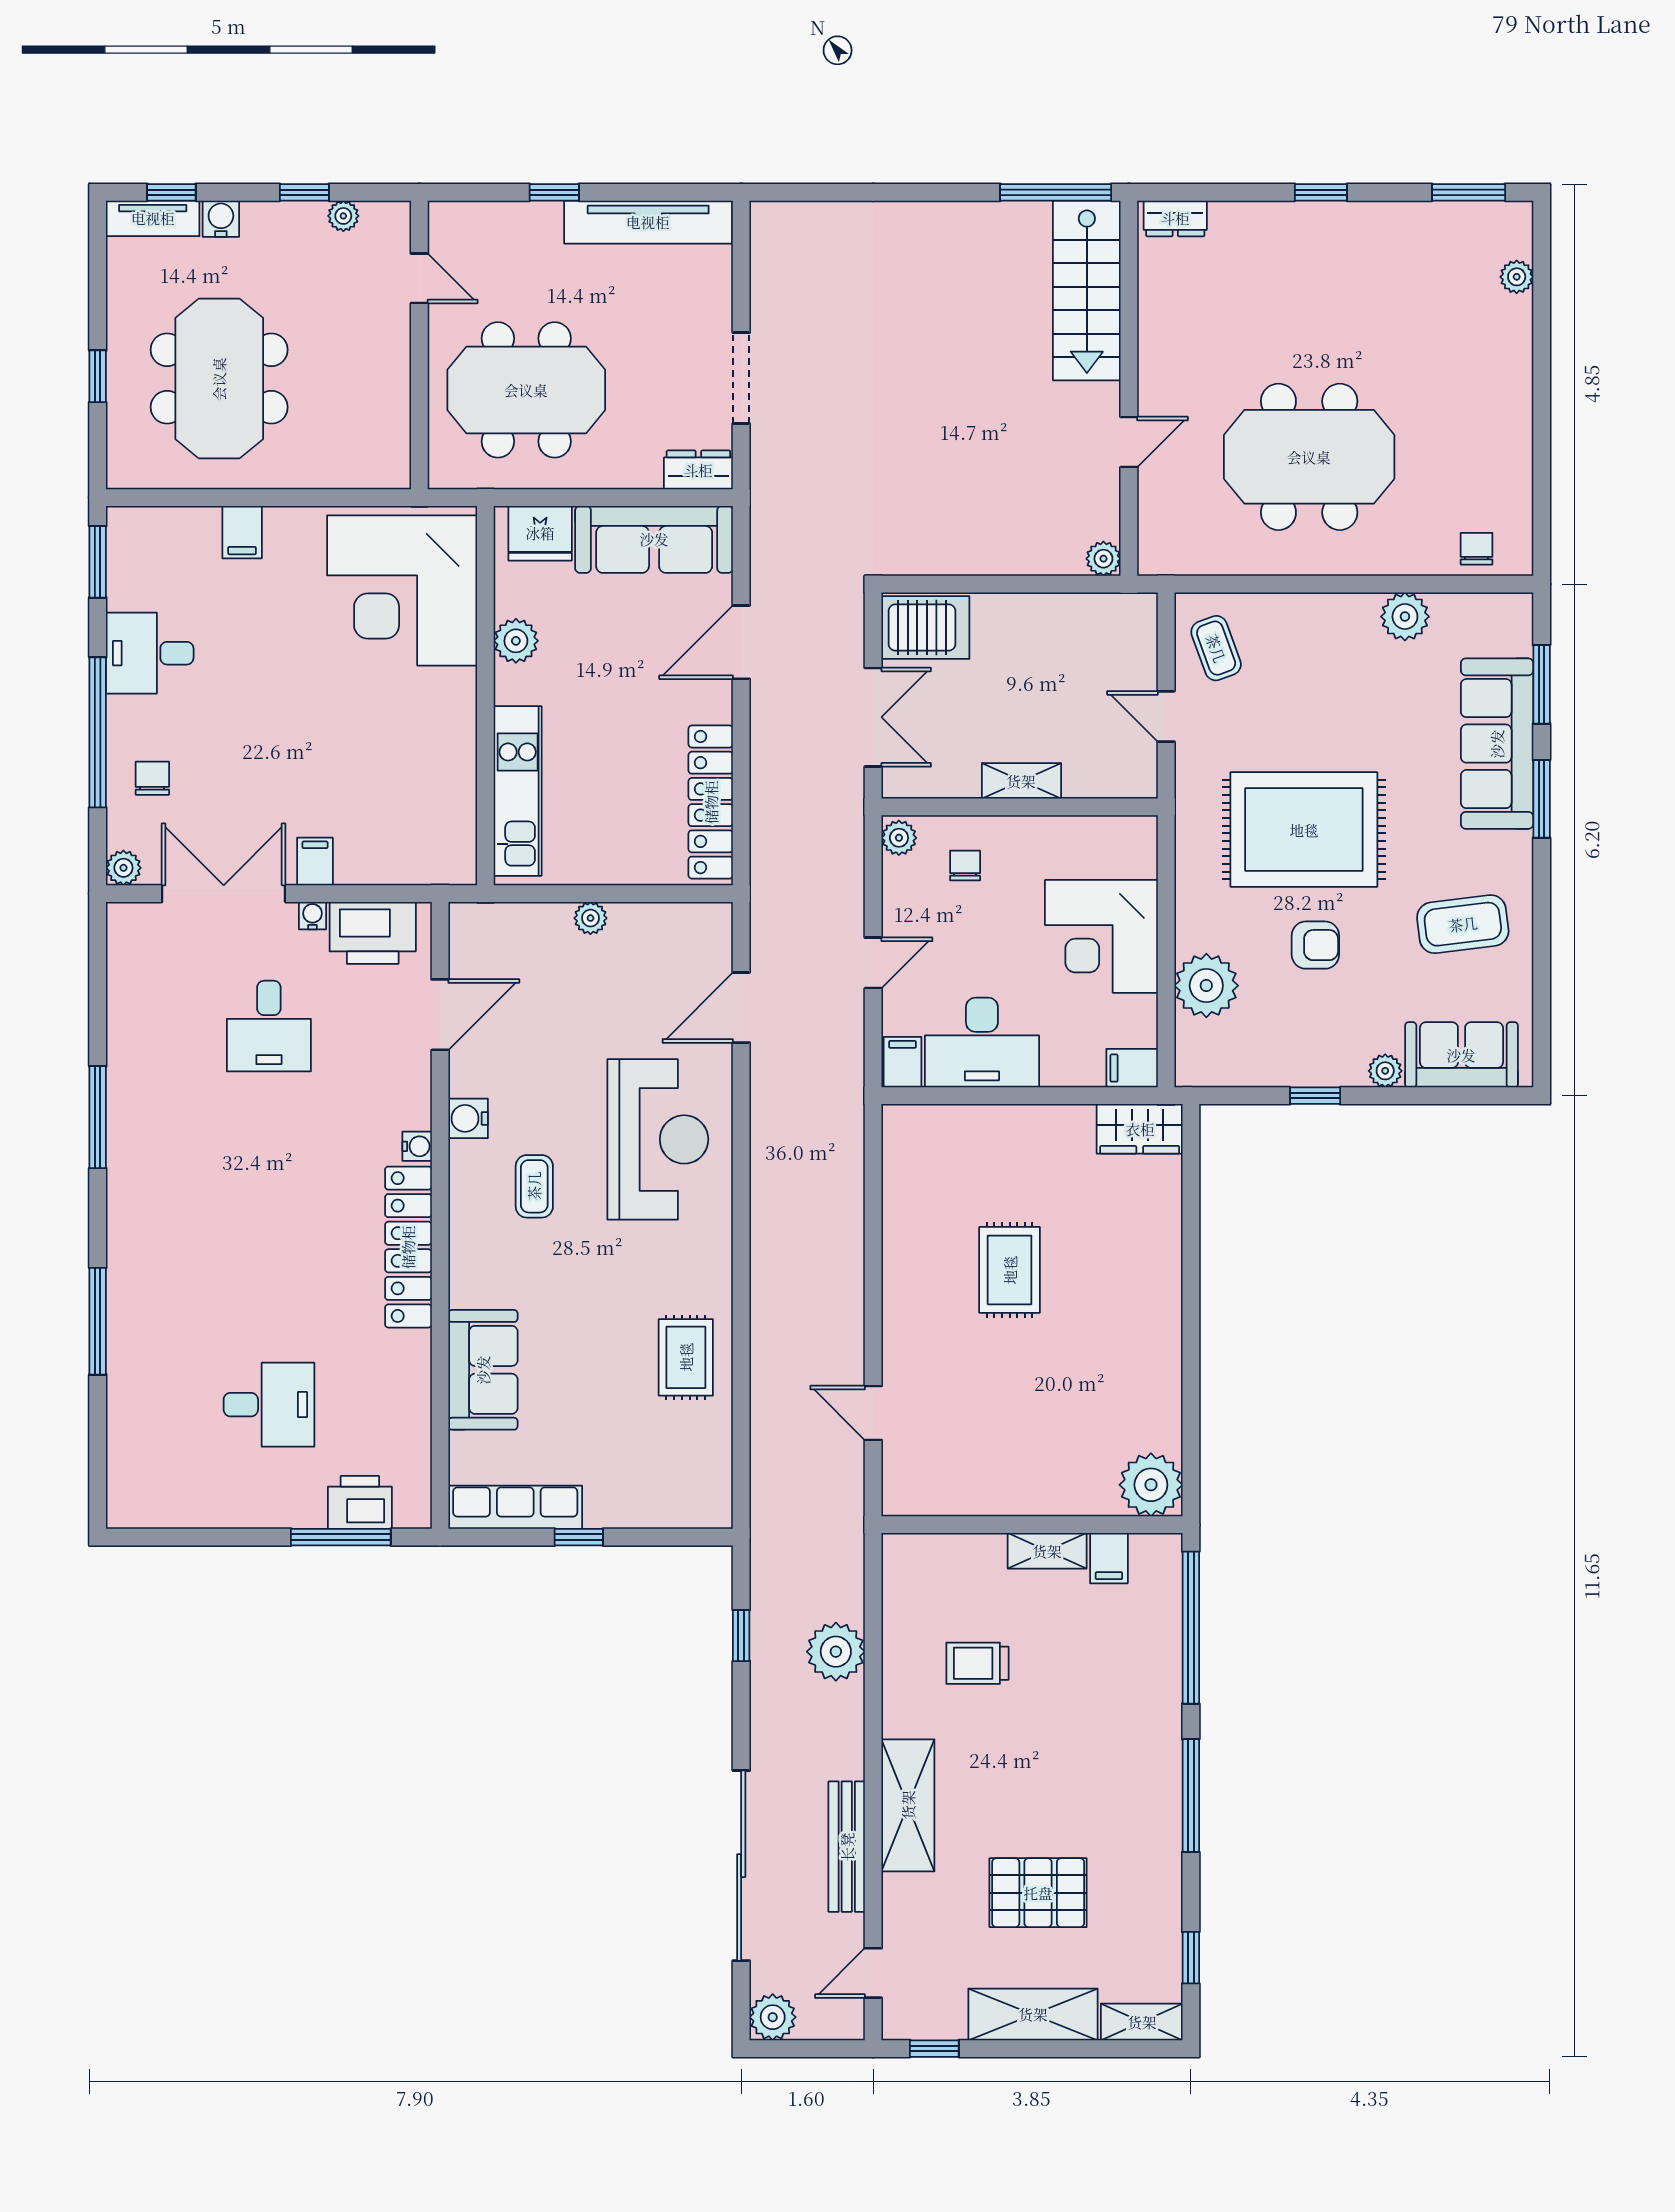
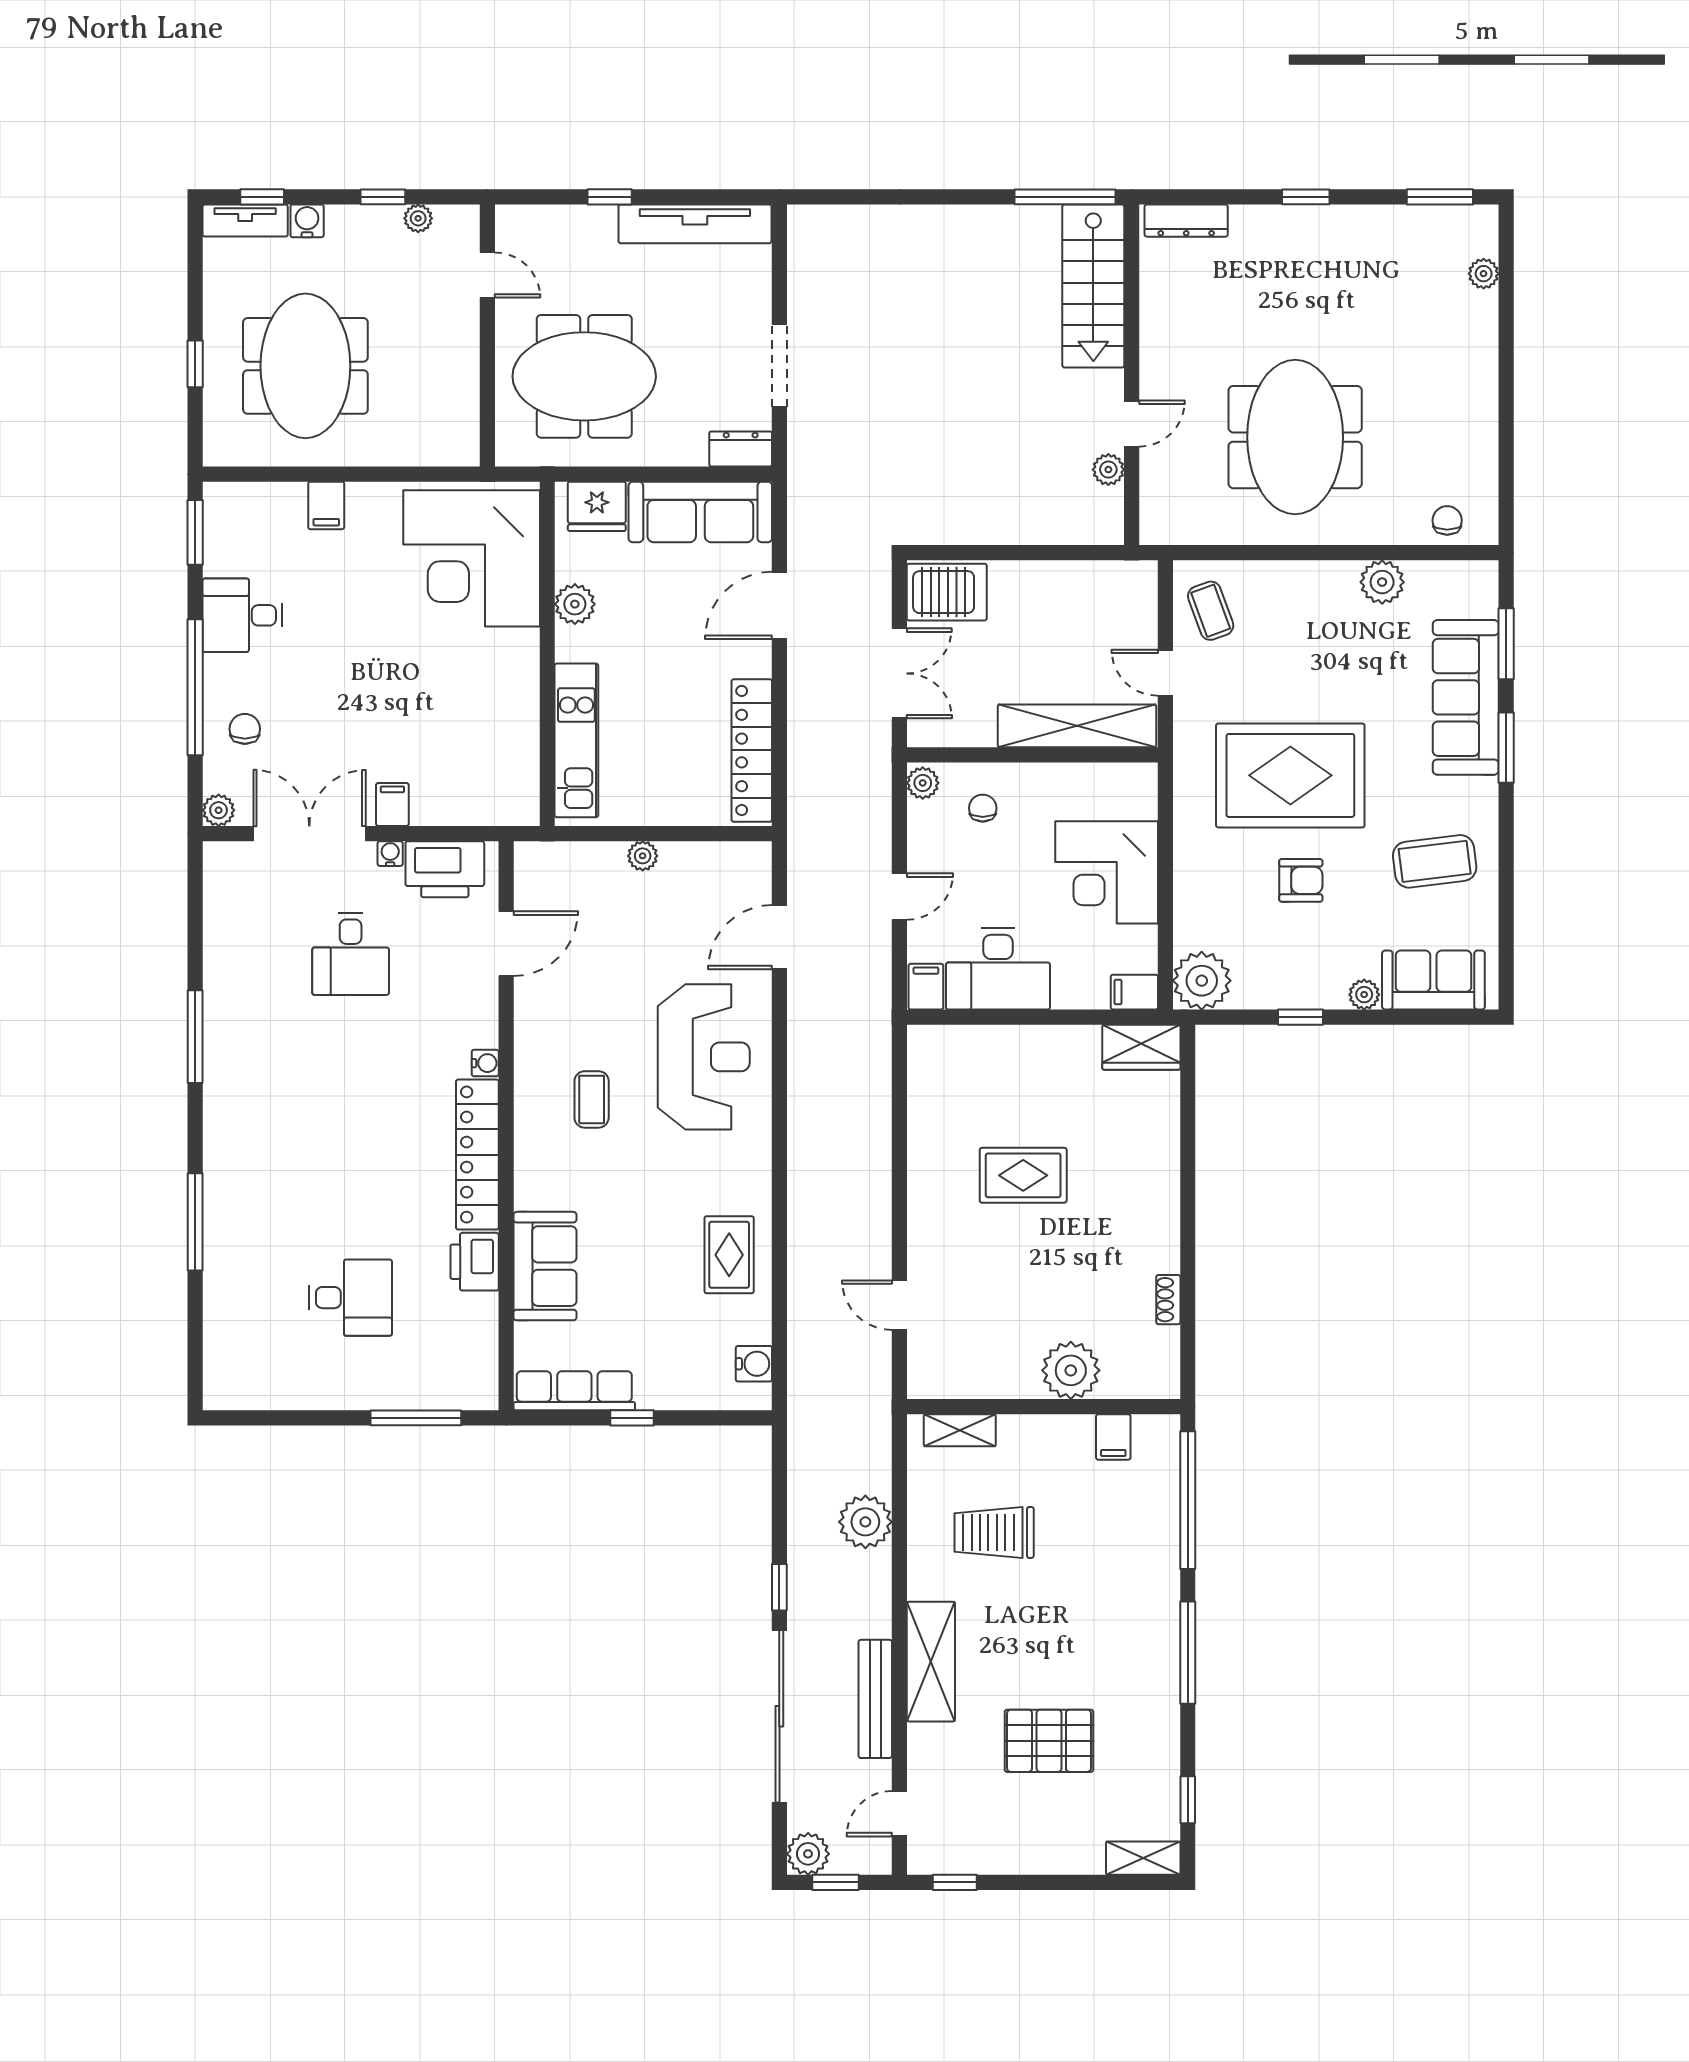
dresser: (1175, 218) -> (1186, 221), width x1.44
meeting table: (1309, 457) -> (1295, 437), turned 90
plant: (1103, 559) -> (1108, 470), moved
shelving: (1021, 781) -> (1077, 726), width x2.20, depth x1.33
plant: (1206, 986) -> (1202, 981), moved
water cooler: (468, 1118) -> (754, 1364), moved, turned 180
rug: (1010, 1270) -> (1023, 1175), turned 90
shoe rack: (1169, 1407) -> (1168, 1300), added
plant: (1151, 1485) -> (1071, 1370), moved
printer: (360, 1502) -> (475, 1262), moved, turned -90
shelving: (1047, 1551) -> (960, 1430), moved
window: (741, 1636) -> (779, 1587), moved
trolley: (978, 1663) -> (994, 1532), width x1.36, depth x1.39
shelving: (1033, 2014) -> (1044, 1851), removed
window: (803, 2049) -> (836, 1882), added

